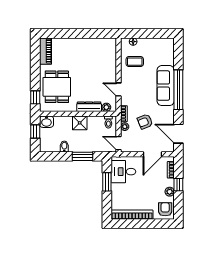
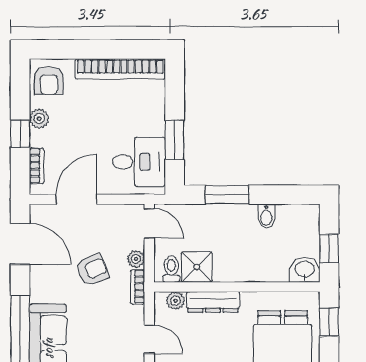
shower: (80, 123) -> (197, 267), moved

